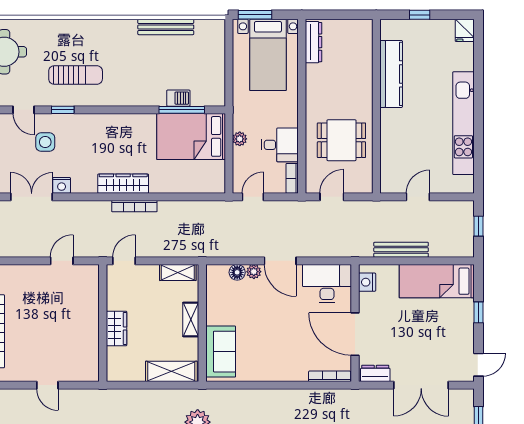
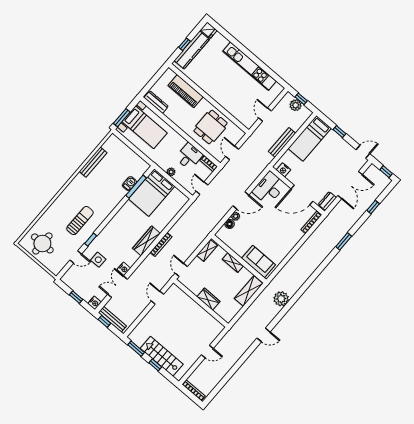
piano: (360, 68) -> (186, 91), added
kitchen counter: (391, 74) -> (192, 50), moved, turned 90
plant: (464, 226) -> (296, 105), added
door: (478, 365) -> (363, 152), hinge flipped

